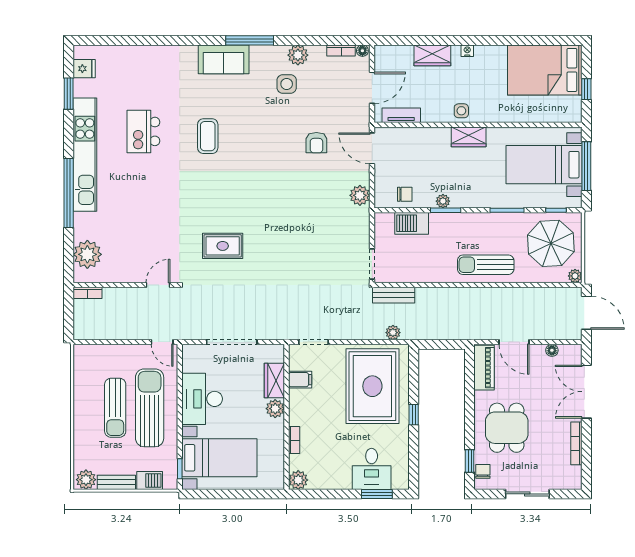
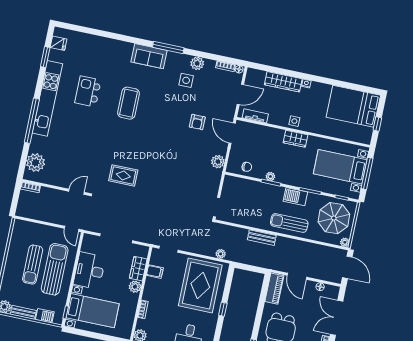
wardrobe: (432, 55) -> (283, 82), width x1.50
coffee table: (208, 136) -> (129, 103), width x1.36, depth x1.32
barbecue: (412, 223) -> (295, 197), moved
bench: (394, 295) -> (262, 238), moved

